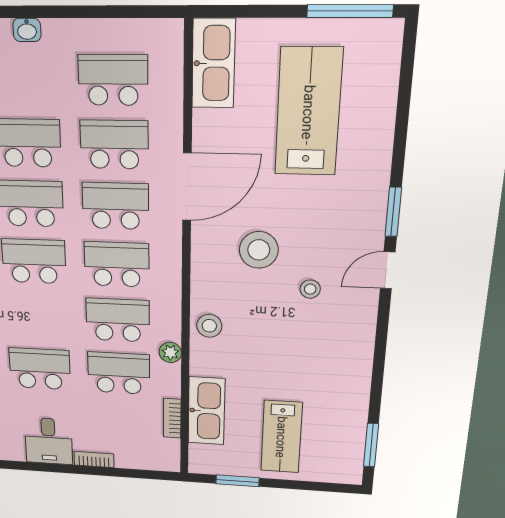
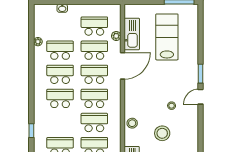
kitchen sink: (213, 63) -> (132, 34), moved
stool: (259, 250) -> (162, 133), moved
plant: (170, 352) -> (116, 36), moved

